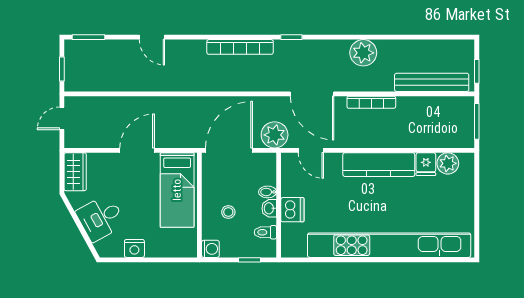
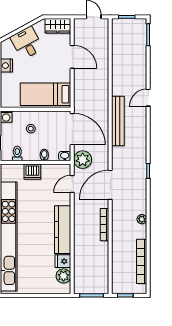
door: (152, 37) -> (148, 98), moved
bookcase: (240, 47) -> (142, 261), moved
plant: (363, 53) -> (142, 219), width x0.53, depth x0.53
bench: (432, 82) -> (118, 121), moved
door: (137, 150) -> (72, 57), moved
washbasin: (269, 208) -> (65, 156), moved

